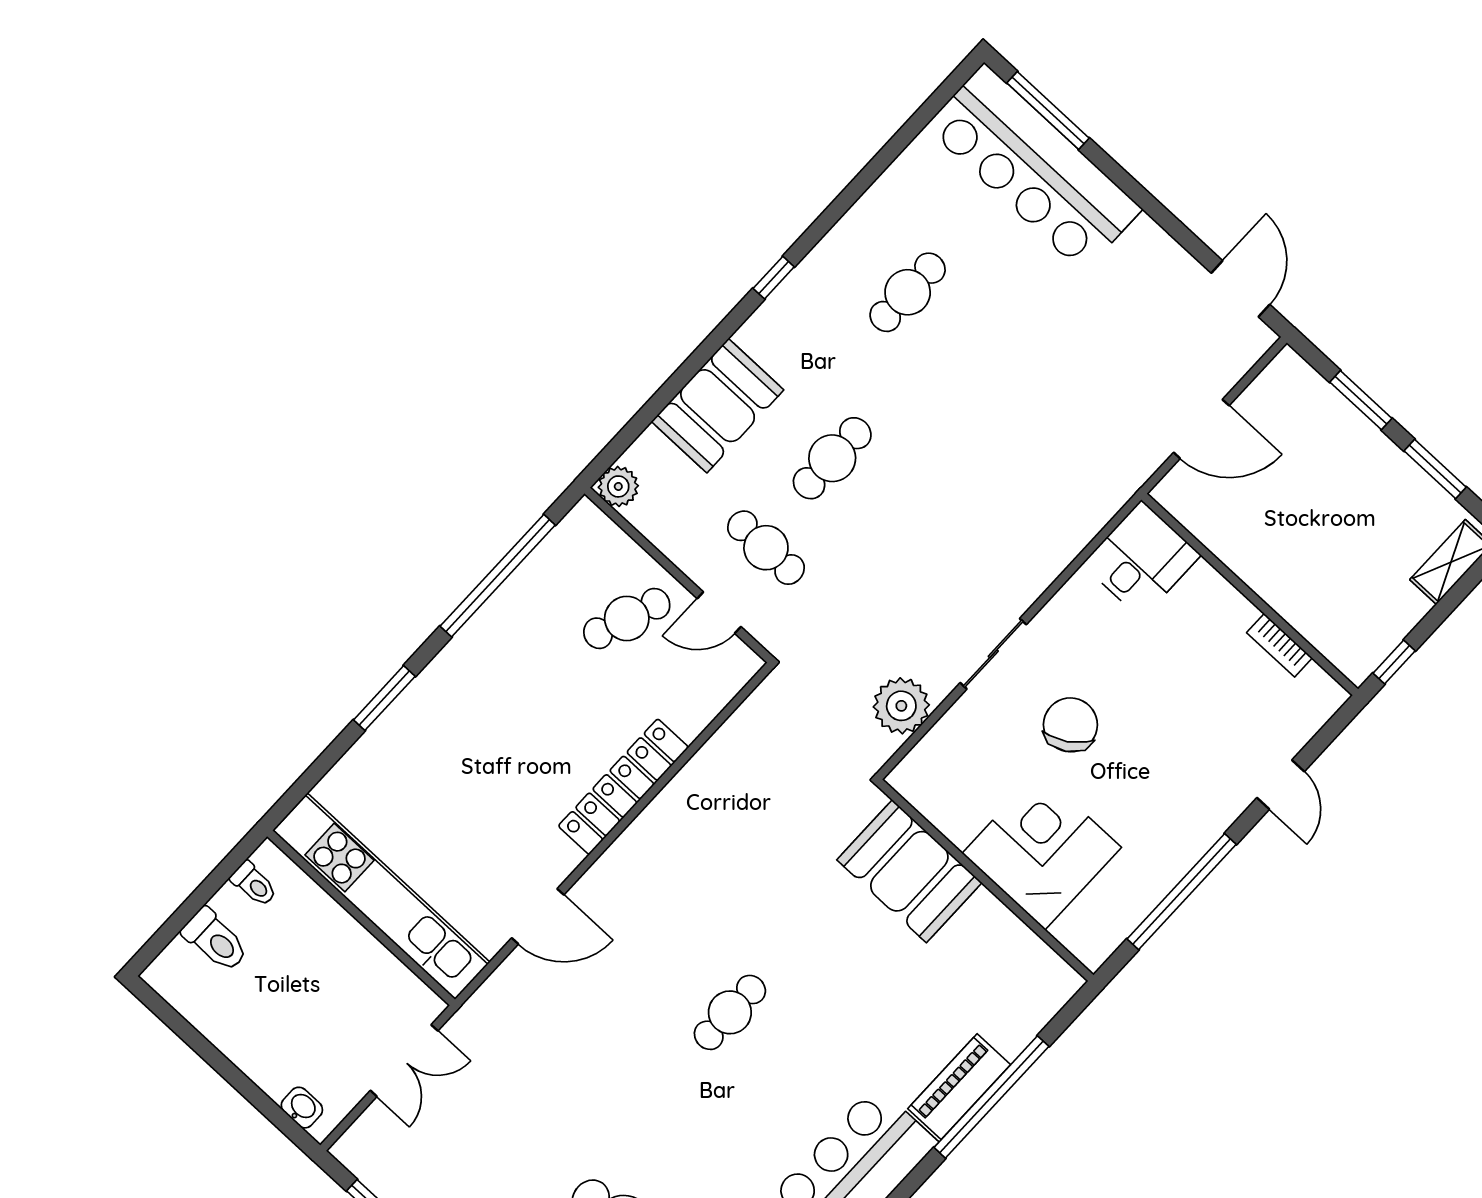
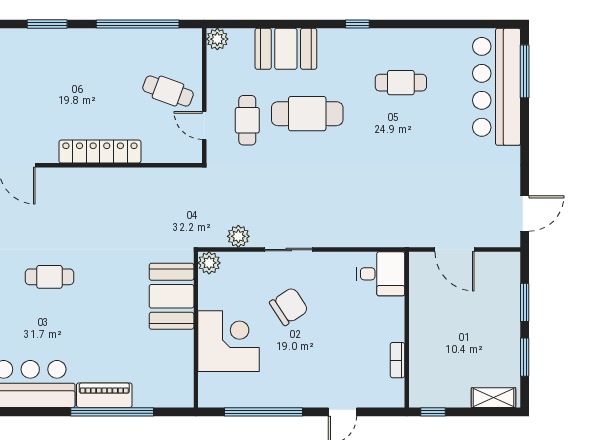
cafe table: (832, 458) -> (307, 114), width x1.37, depth x1.35
plant: (901, 706) -> (238, 236), width x0.73, depth x0.73
plant: (911, 778) -> (209, 263), added

